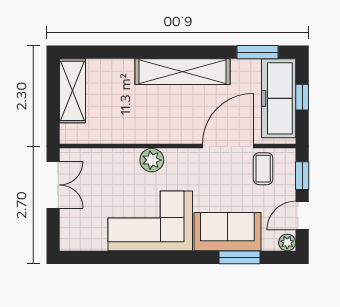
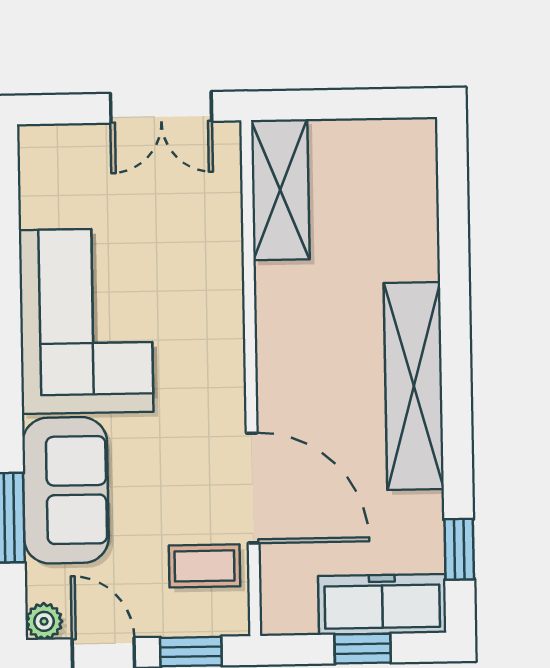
window: (258, 52) -> (459, 549), width x0.67
shelving: (73, 91) -> (280, 190), moved, turned 90
freezer: (279, 98) -> (382, 604), width x0.73, depth x0.79
plant: (152, 160) -> (219, 322), removed

